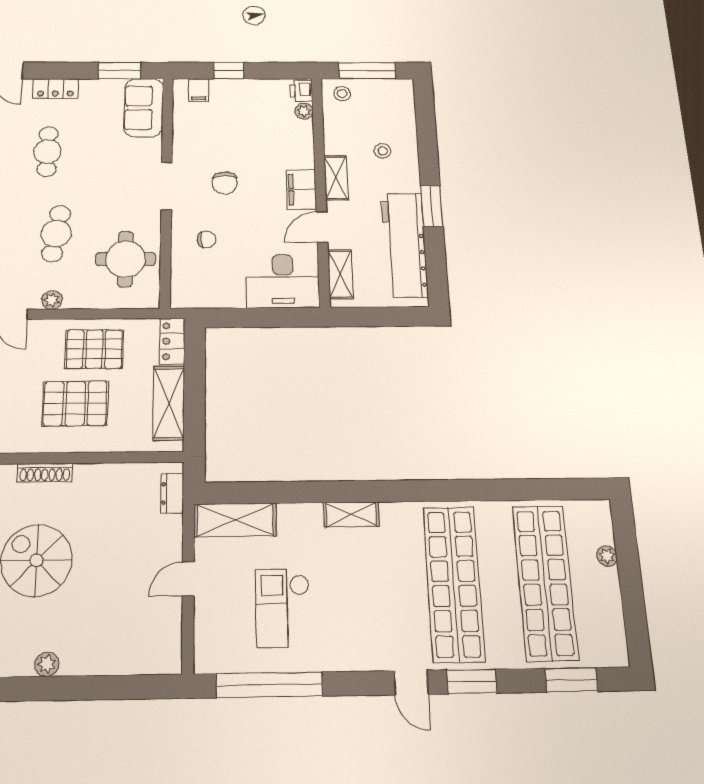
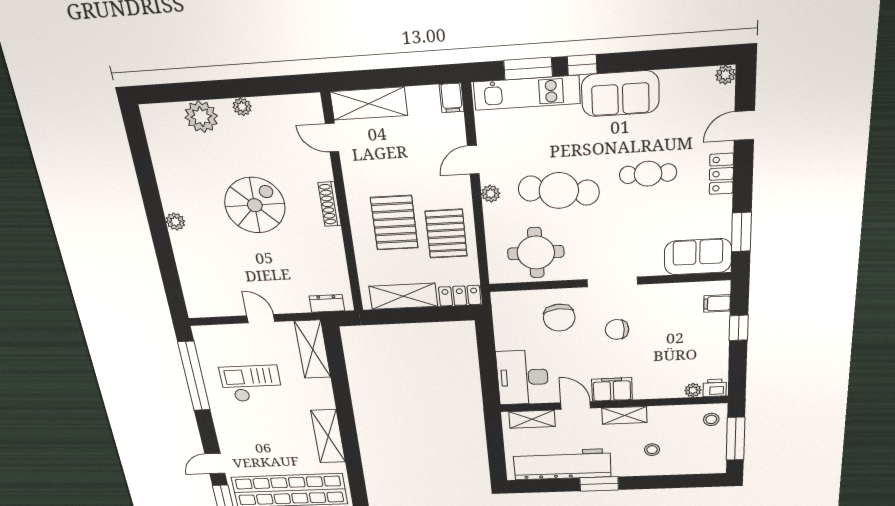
cafe table: (56, 234) -> (559, 191), width x1.37, depth x1.35
chair: (207, 239) -> (559, 318), width x1.87, depth x1.87
shelving: (351, 514) -> (328, 436), width x1.50, depth x1.33

